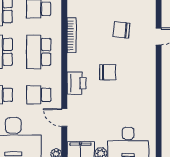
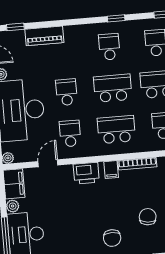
filing cabinet: (75, 60) -> (111, 170), added
chair: (108, 72) -> (112, 238), moved

